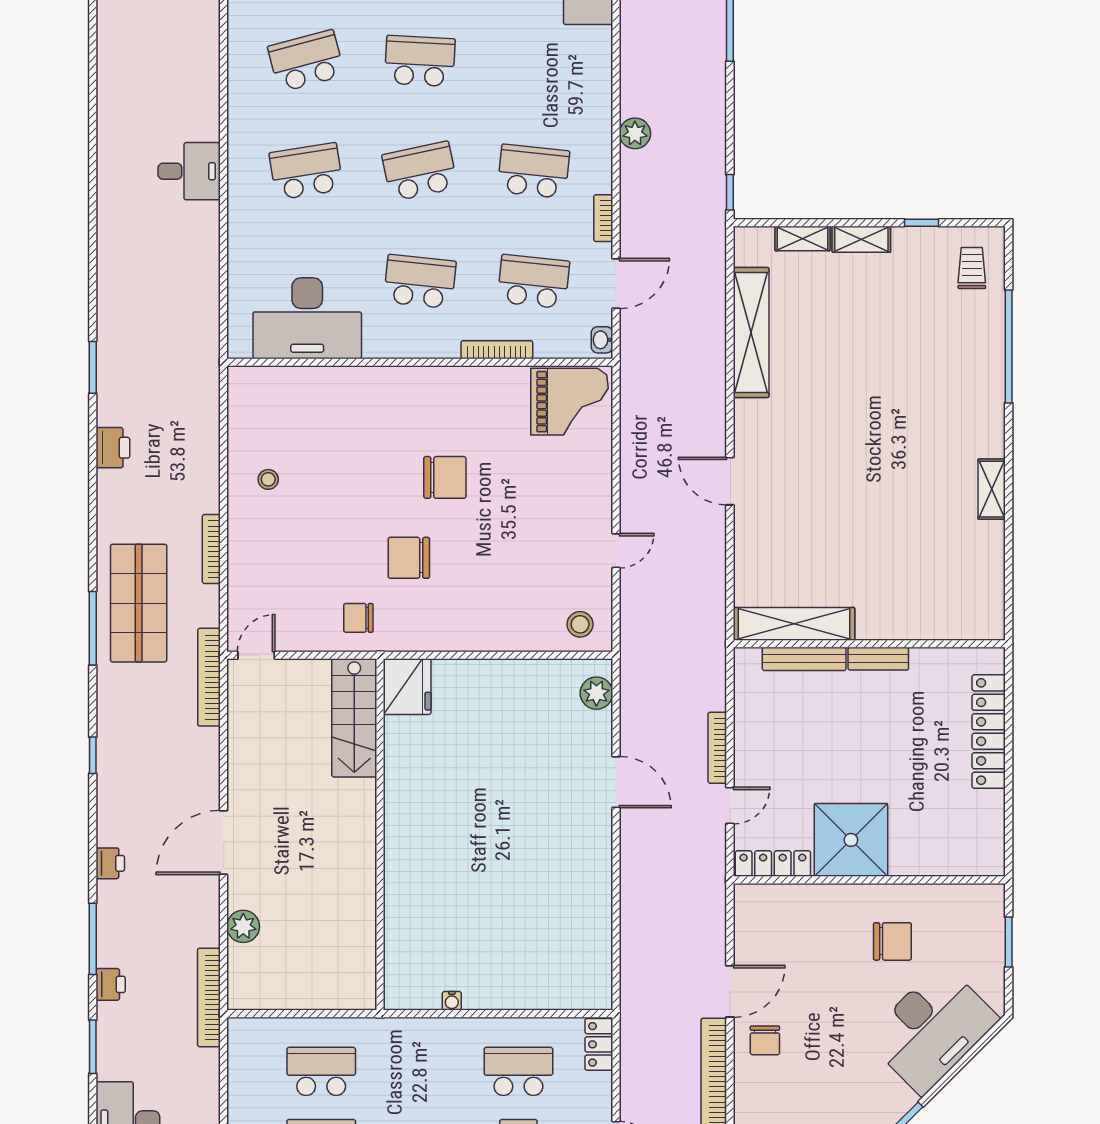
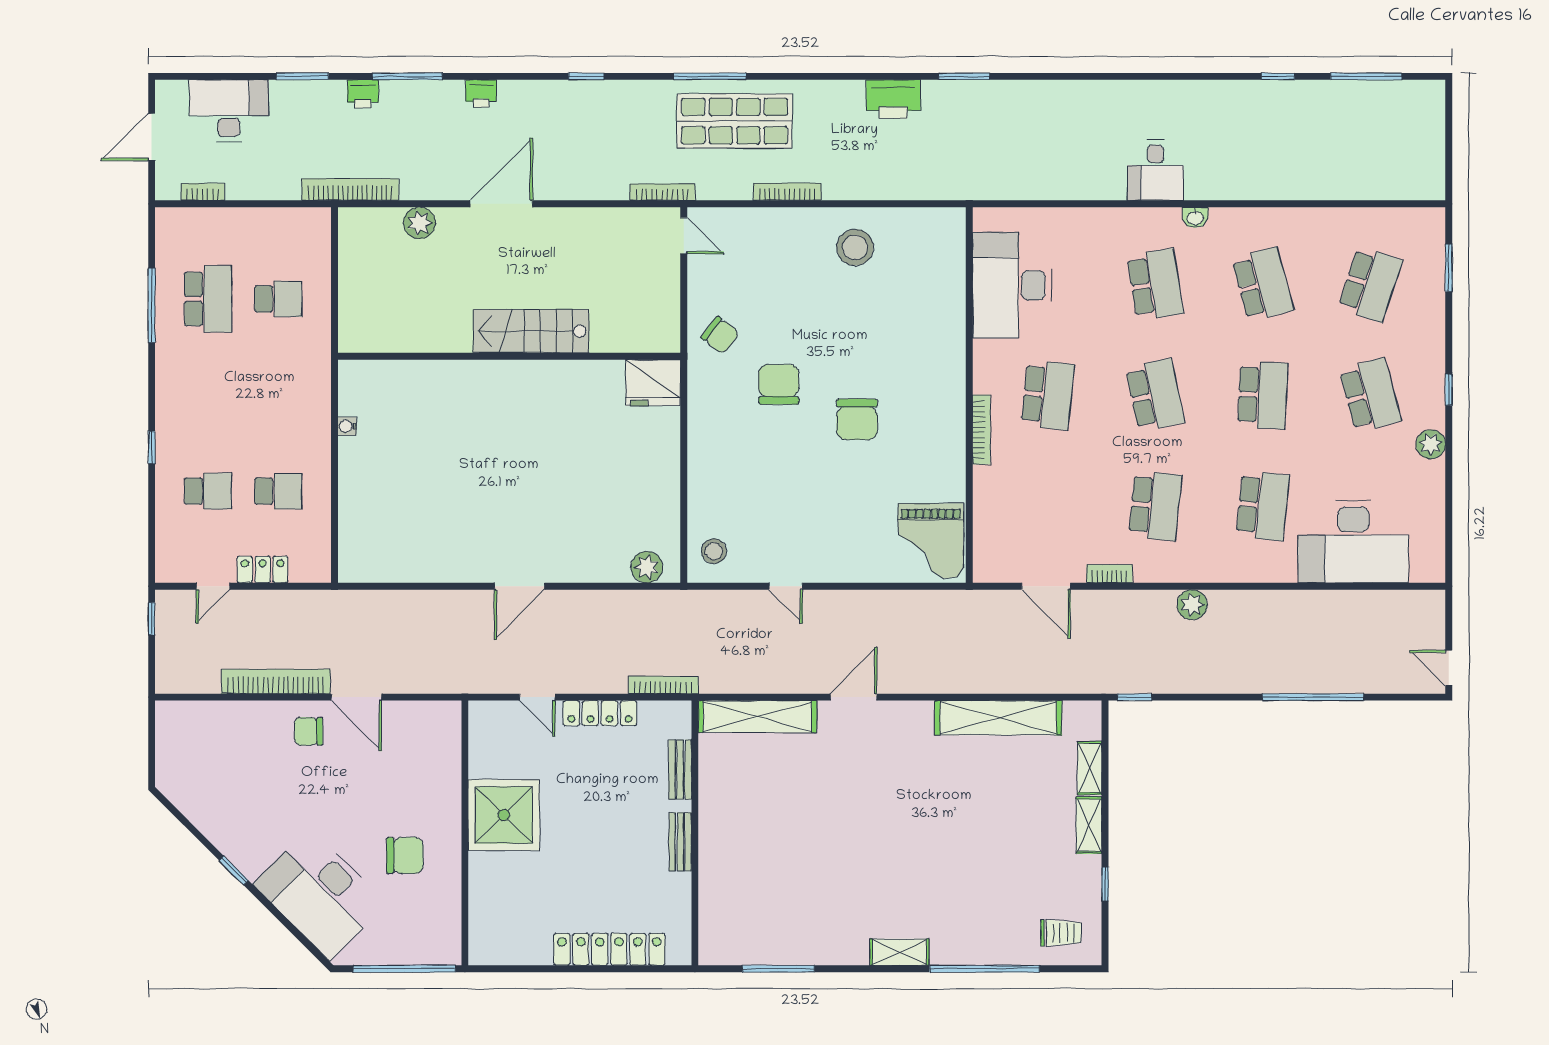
window: (93, 45) -> (1278, 76), added
school desk: (533, 282) -> (1263, 506), moved
washbasin: (602, 340) -> (1195, 218), moved, turned 180
bookcase: (497, 350) -> (981, 430), moved
printer: (113, 448) -> (893, 99), width x1.37, depth x1.19
stool: (268, 479) -> (855, 247), width x1.89, depth x1.89
shelving: (992, 489) -> (899, 952), moved
window: (1009, 558) -> (778, 969), added
chair: (358, 618) -> (720, 335), turned 128
shelving: (794, 624) -> (757, 717), moved, turned 90
bench: (804, 659) -> (680, 770), width x0.73
bookcase: (209, 677) -> (662, 192), width x0.68, depth x0.76
stairs: (354, 718) -> (531, 331), moved
bookcase: (717, 748) -> (663, 685), moved
door: (616, 782) -> (519, 586), moved
door: (224, 842) -> (501, 204), hinge flipped
locker: (773, 864) -> (600, 713), moved, turned 90
chair: (892, 941) -> (405, 855), turned -90
window: (1009, 942) -> (404, 969), width x2.11
locker: (599, 1044) -> (263, 569), moved
school desk: (321, 1071) -> (278, 299), width x0.54
school desk: (518, 1071) -> (278, 491), width x0.54

